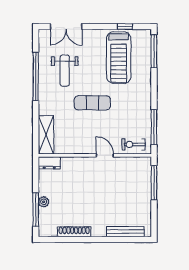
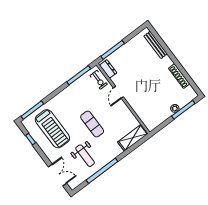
treadmill: (119, 58) -> (52, 129), turned 90
weight bench: (65, 71) -> (85, 156), turned 90
dresser: (49, 163) -> (108, 69), moved

